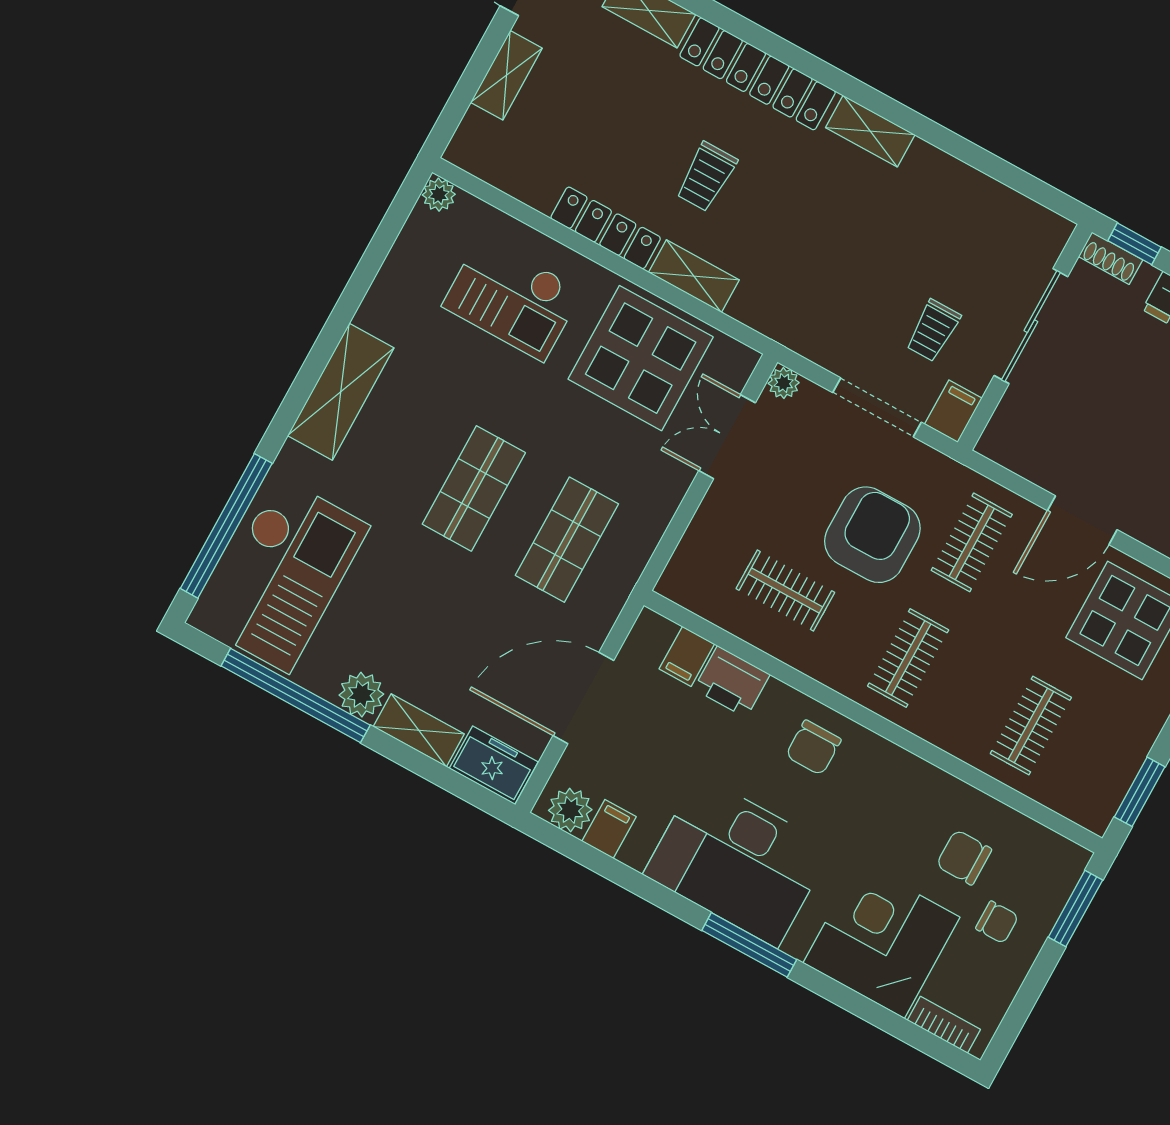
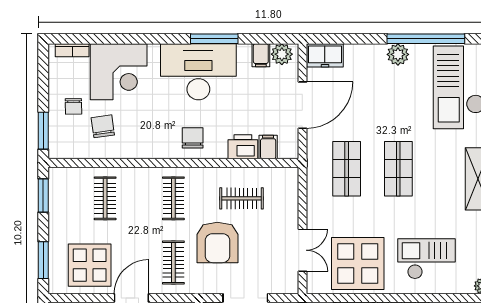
plant: (784, 383) -> (291, 286), removed
shelving: (419, 730) -> (365, 53), removed
chair: (964, 857) -> (103, 126), turned -98
chair: (997, 922) -> (73, 106), turned -91
window: (749, 945) -> (214, 39), moved

